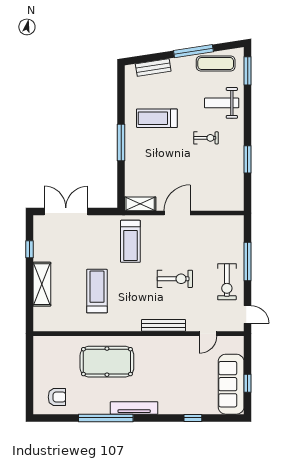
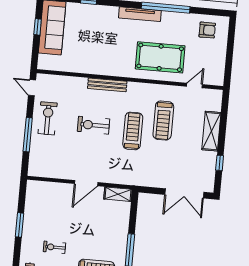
treadmill: (130, 241) -> (133, 131), moved
door: (208, 334) -> (194, 85), moved
armchair: (57, 397) -> (207, 30), turned 180

